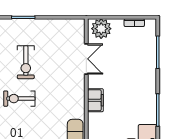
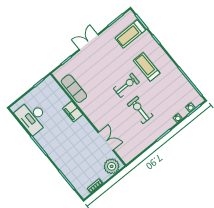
double door: (86, 59) -> (106, 141), swing flipped
filing cabinet: (95, 100) -> (73, 112), moved

